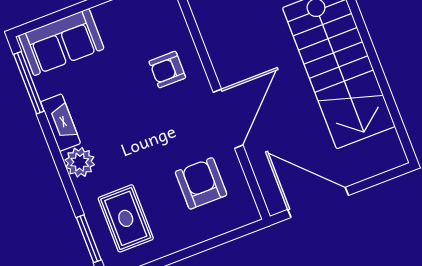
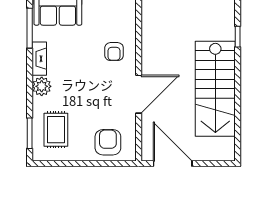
armchair: (167, 70) -> (114, 52), turned -90
armchair: (201, 183) -> (108, 142), moved

